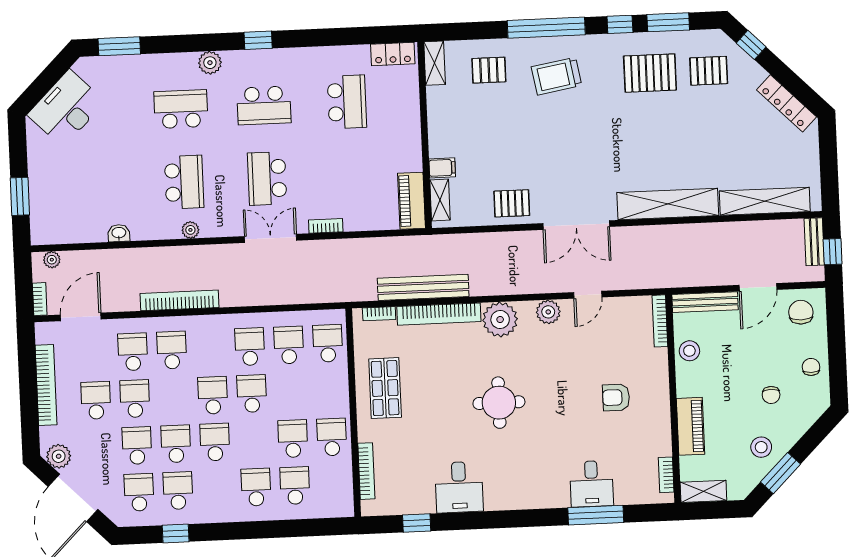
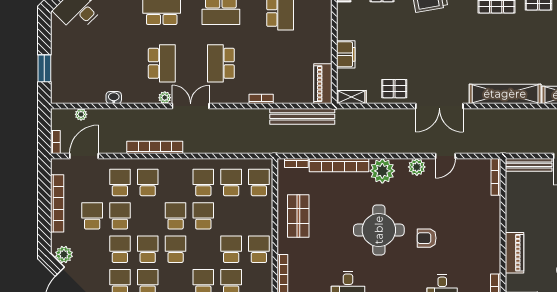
filing cabinet: (442, 168) -> (346, 54), width x2.00
shelving: (440, 200) -> (351, 97), moved, turned 90
double door: (271, 238) -> (191, 106), moved
plant: (52, 260) -> (81, 114), moved
bench: (423, 287) -> (302, 116), moved
stool: (689, 351) -> (516, 199), removed
armchair: (616, 397) -> (427, 238), moved
round table: (499, 403) -> (379, 230), width x1.36, depth x1.36

